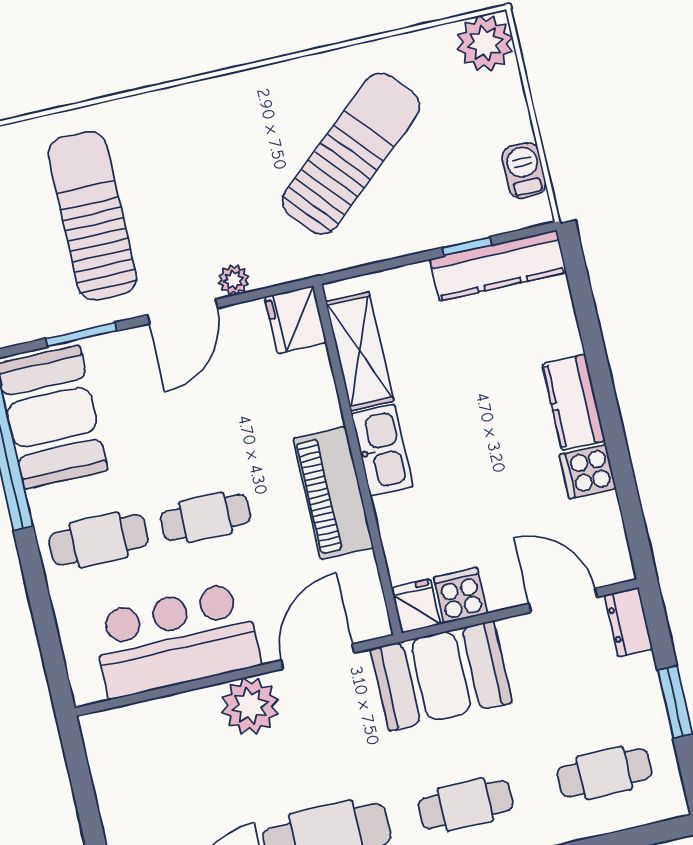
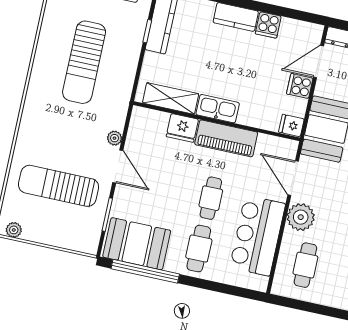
sun lounger: (351, 154) -> (84, 62), turned -139
fridge: (296, 320) -> (182, 128), moved
cooker: (461, 595) -> (300, 86), moved
cafe table: (163, 758) -> (305, 265), added

